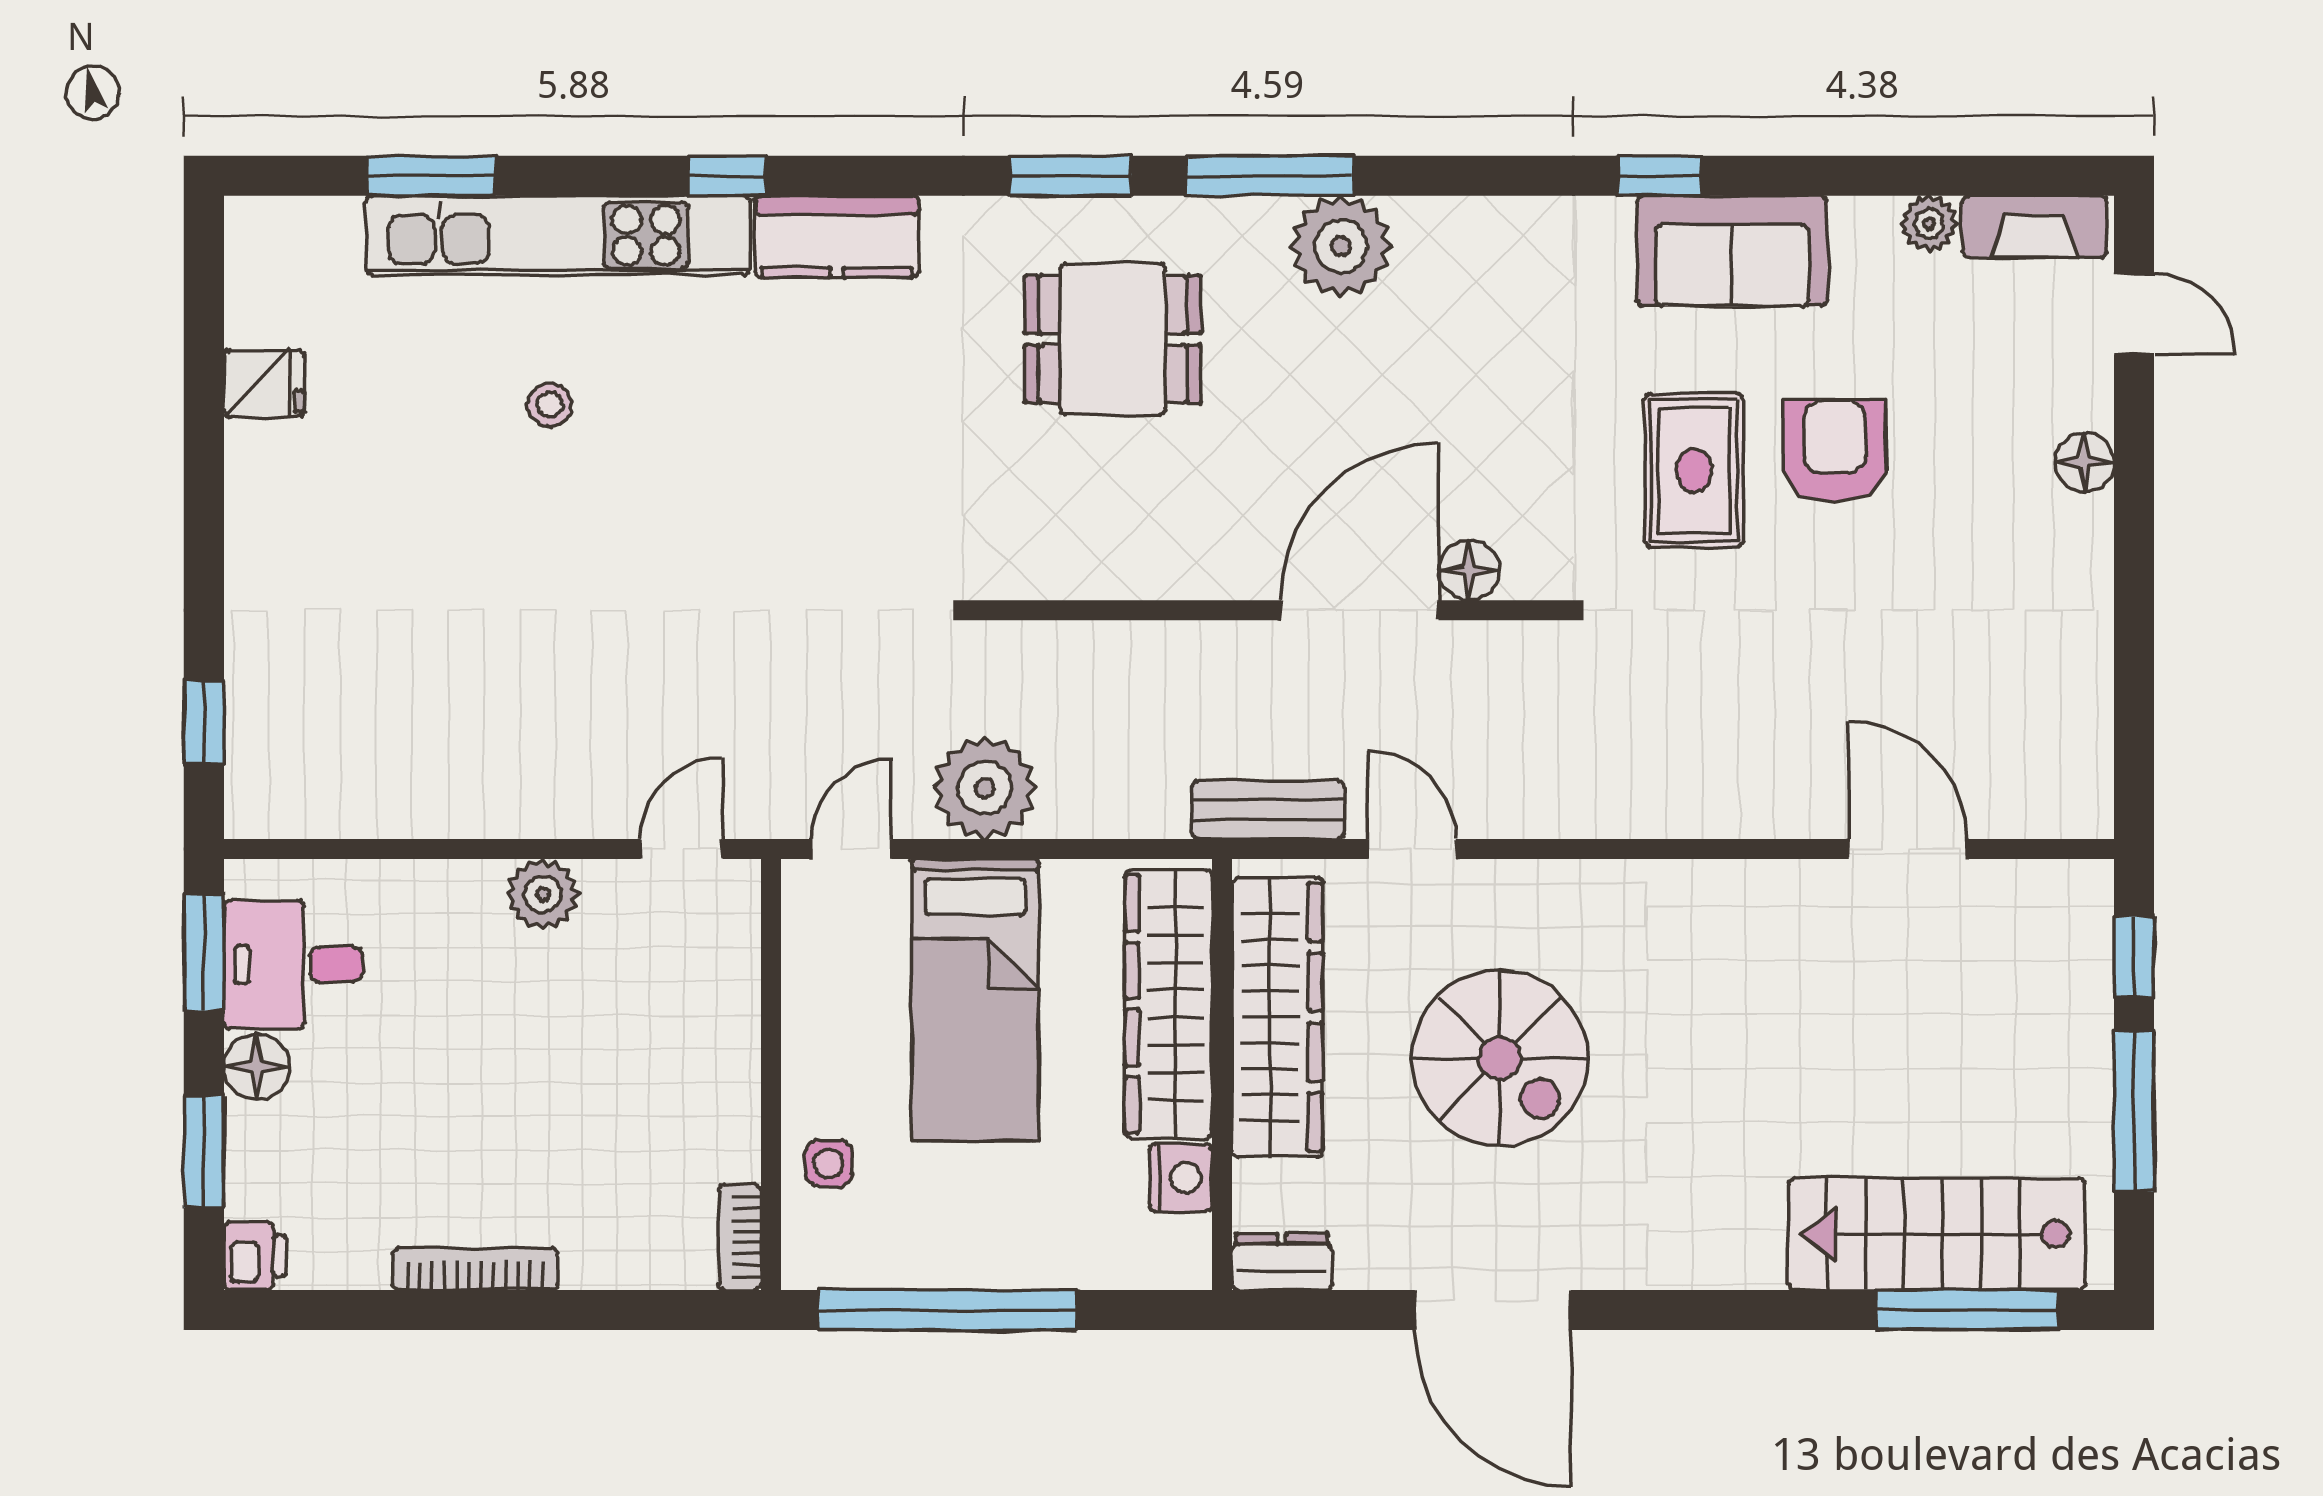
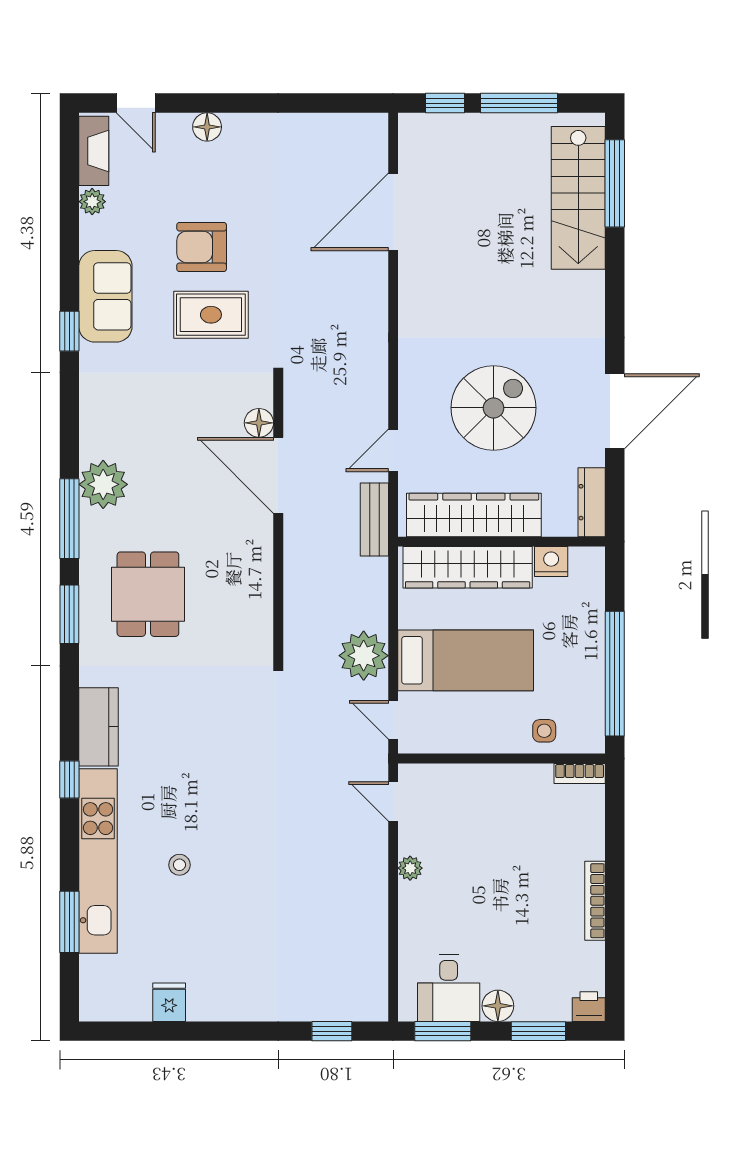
door: (2134, 314) -> (136, 103), swing flipped
door: (1908, 849) -> (393, 212), width x1.36
plant: (543, 894) -> (410, 868), width x0.73, depth x0.73
dresser: (1282, 1262) -> (592, 502), width x1.44

